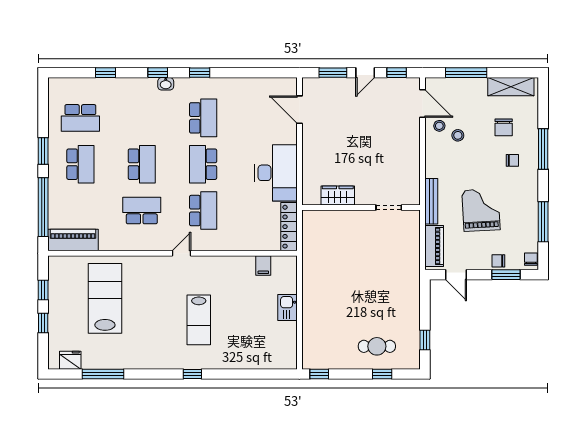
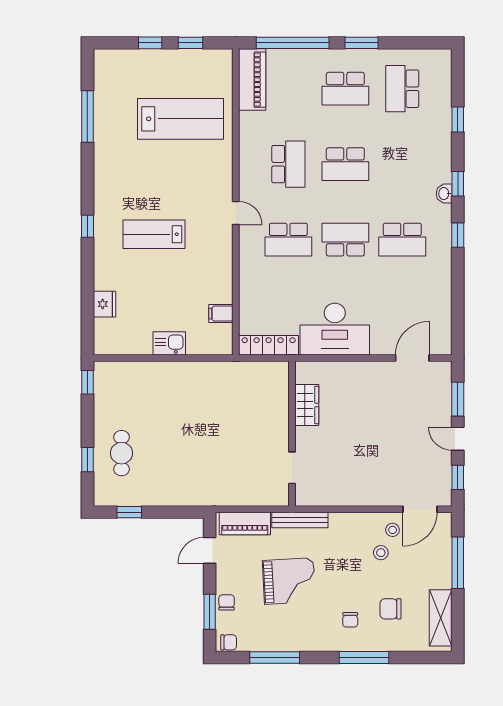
fridge: (70, 360) -> (105, 304), moved

